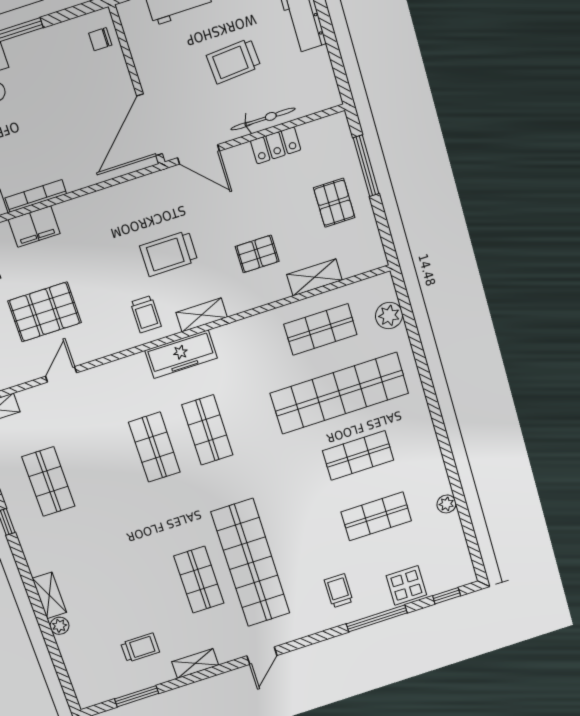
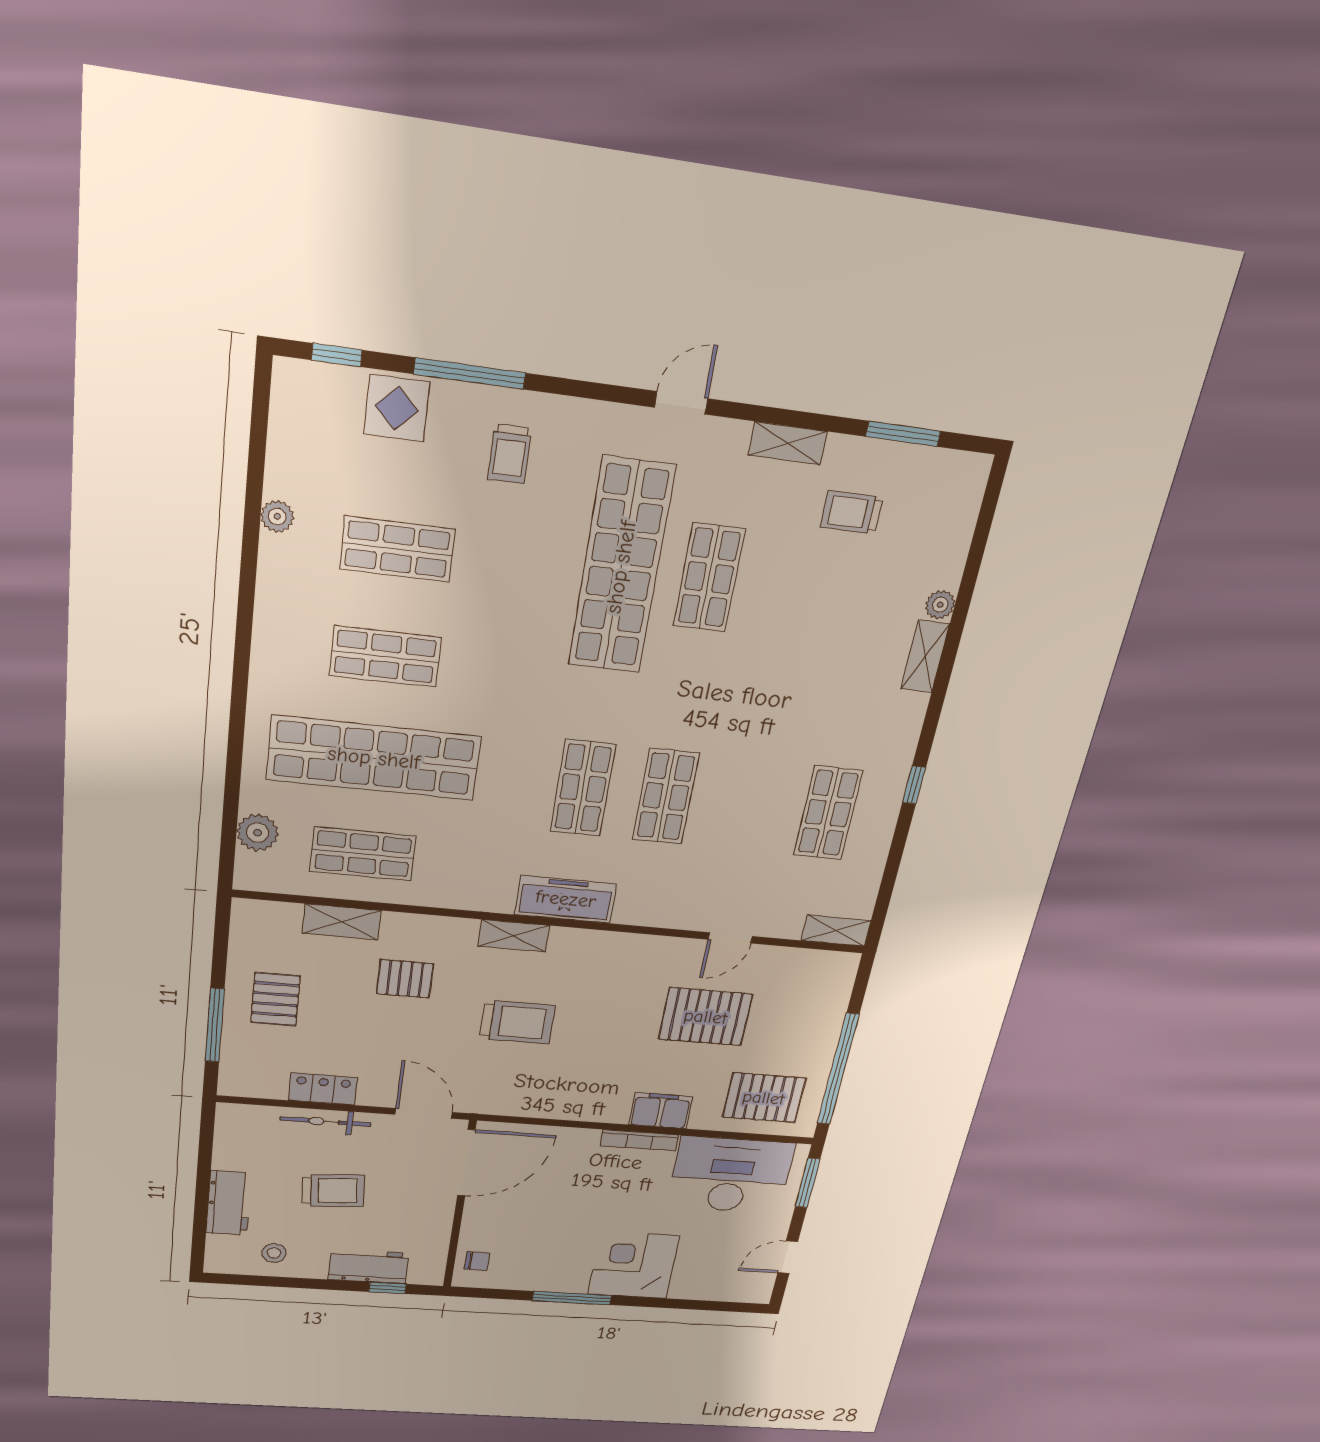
trolley: (146, 314) -> (584, 965), removed

